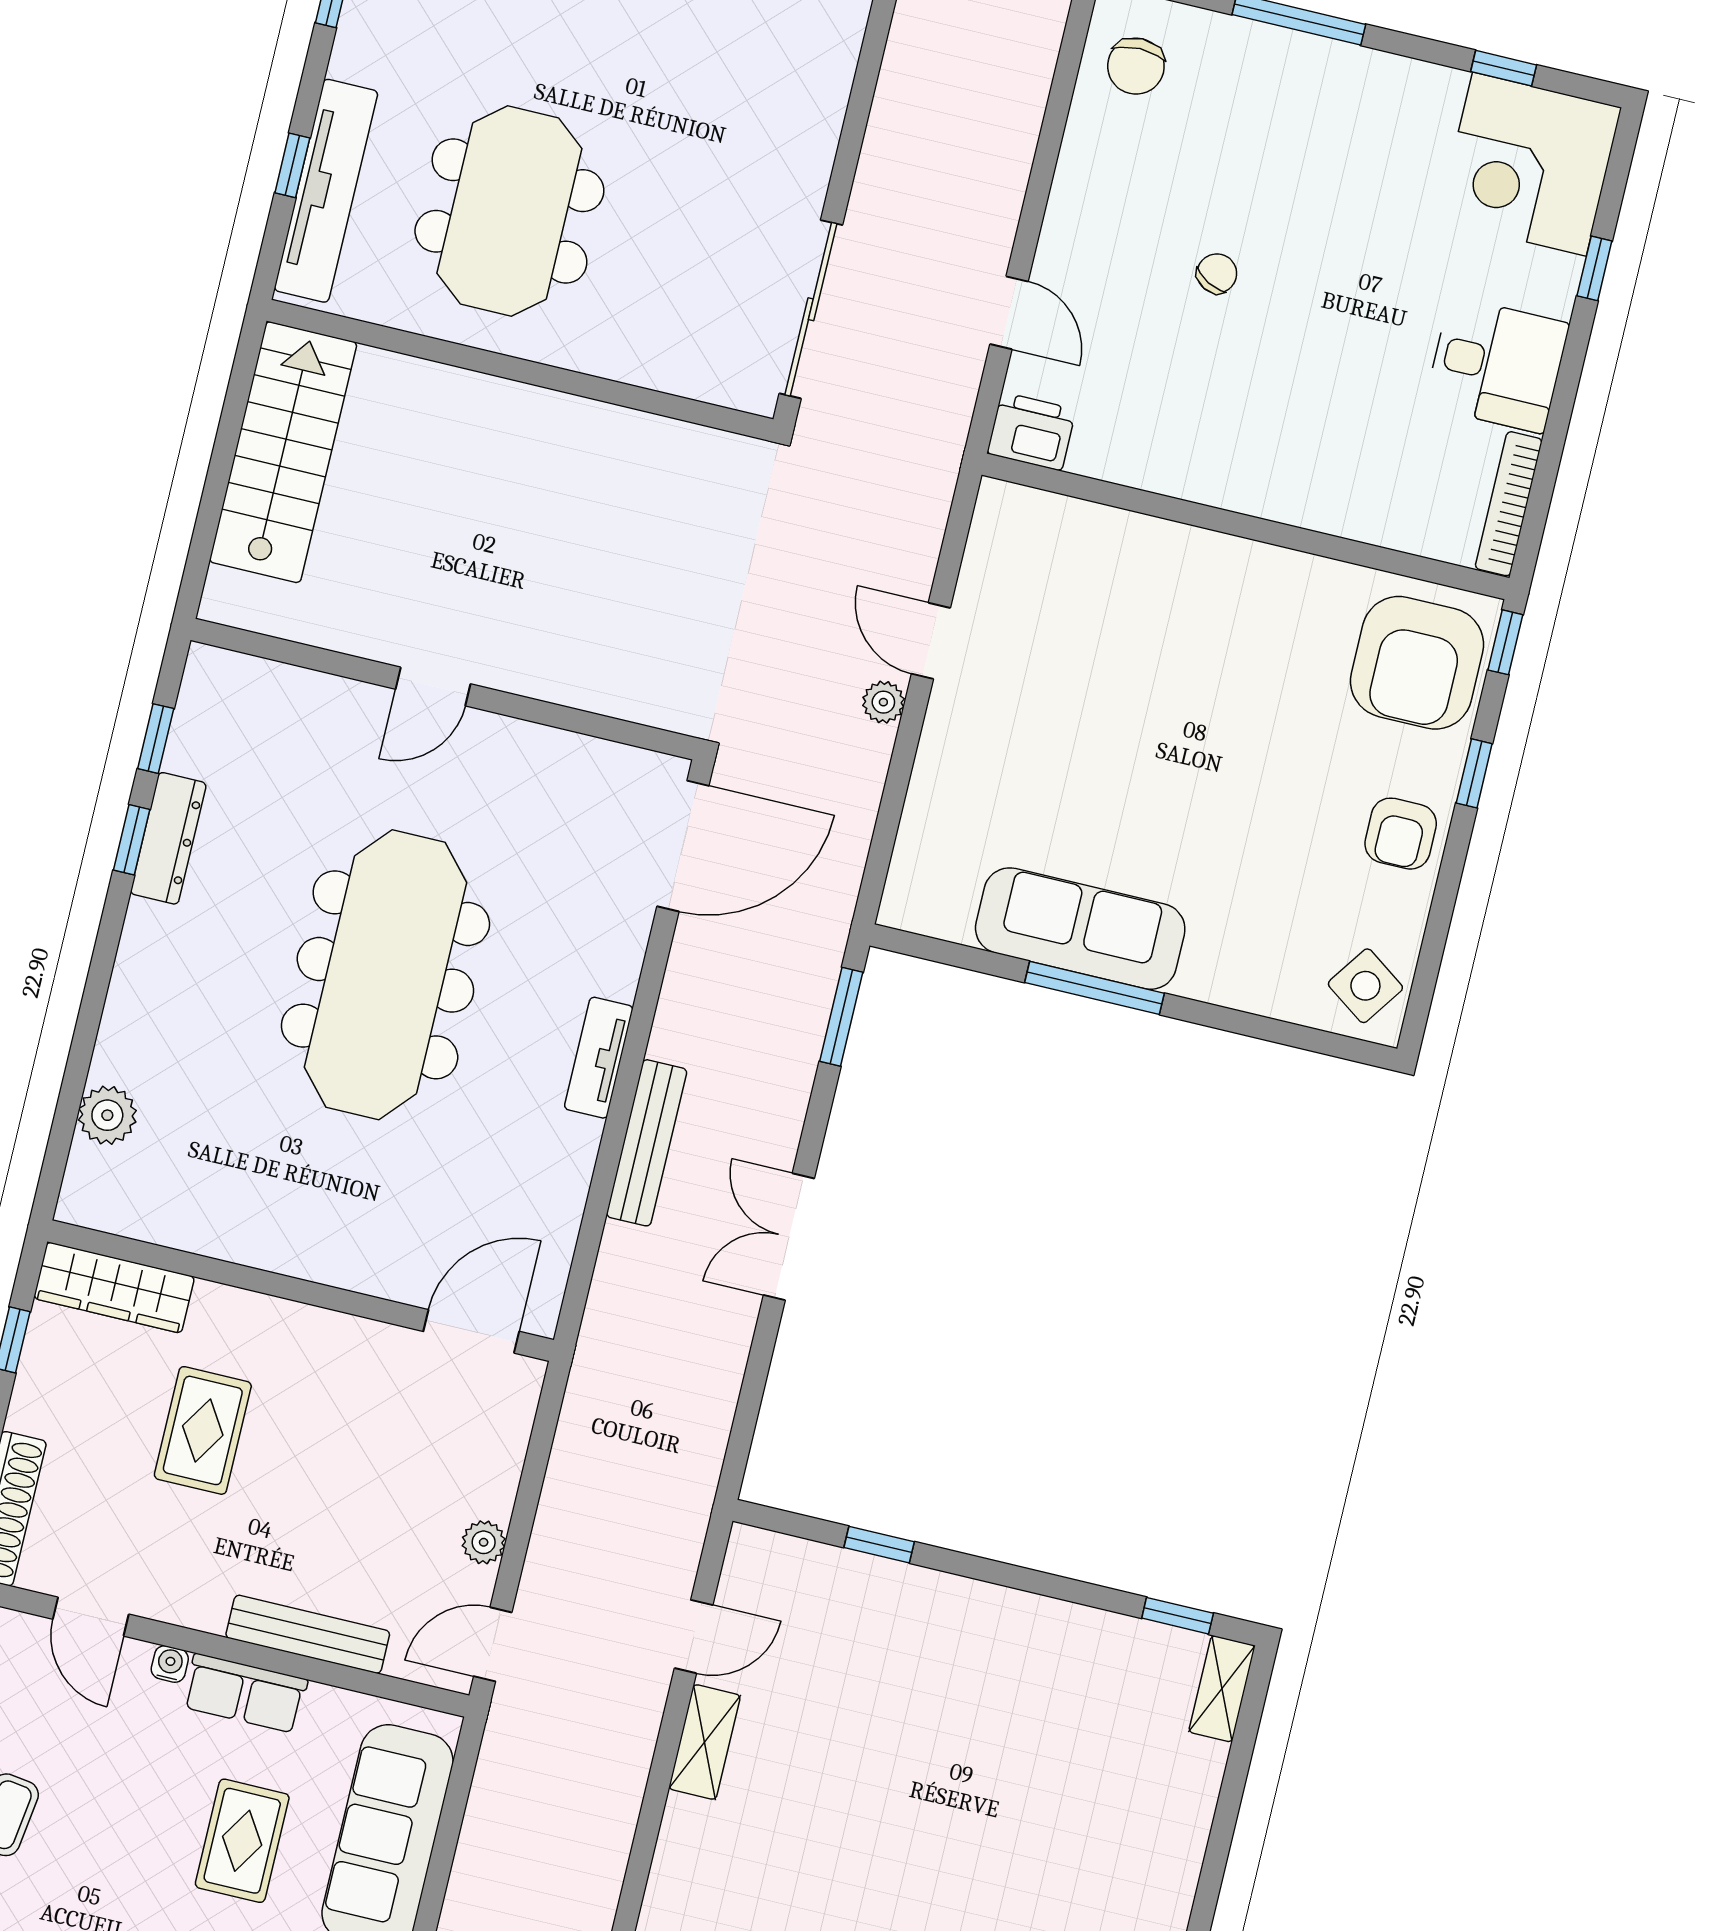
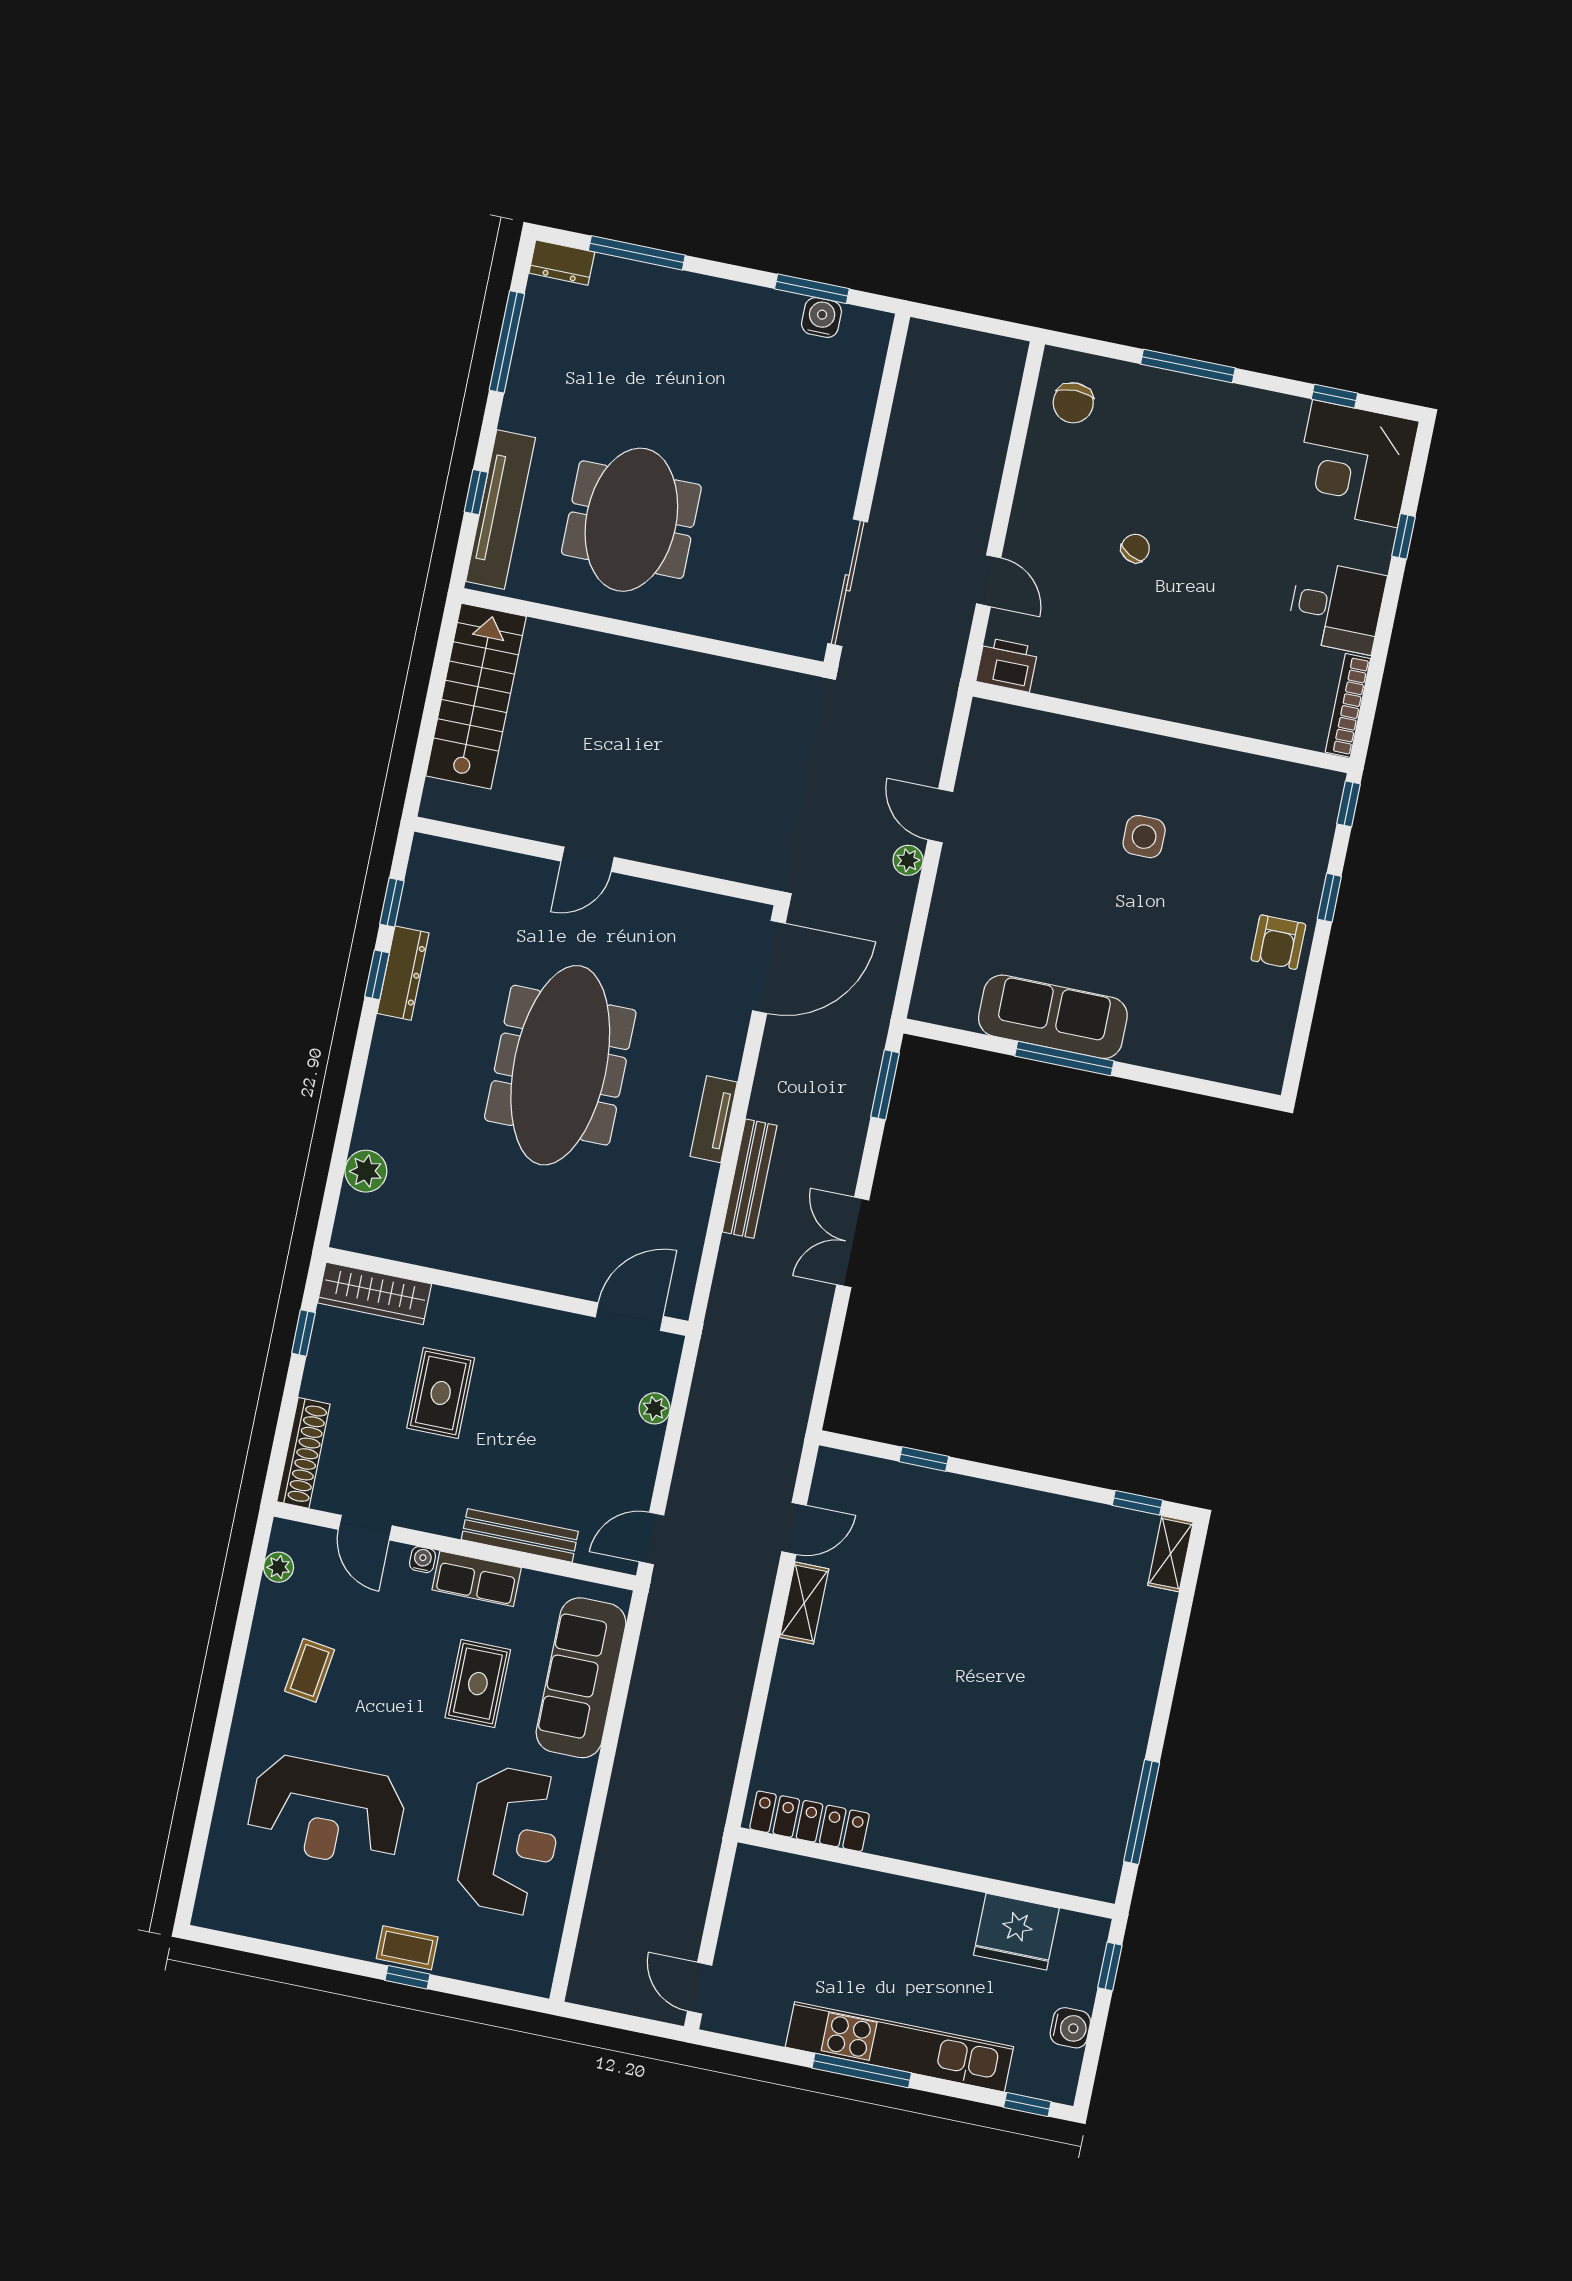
armchair: (1417, 663) -> (1286, 820), removed
side table: (1365, 986) -> (1144, 837), moved, turned -35
plant: (484, 1542) -> (655, 1408), moved

